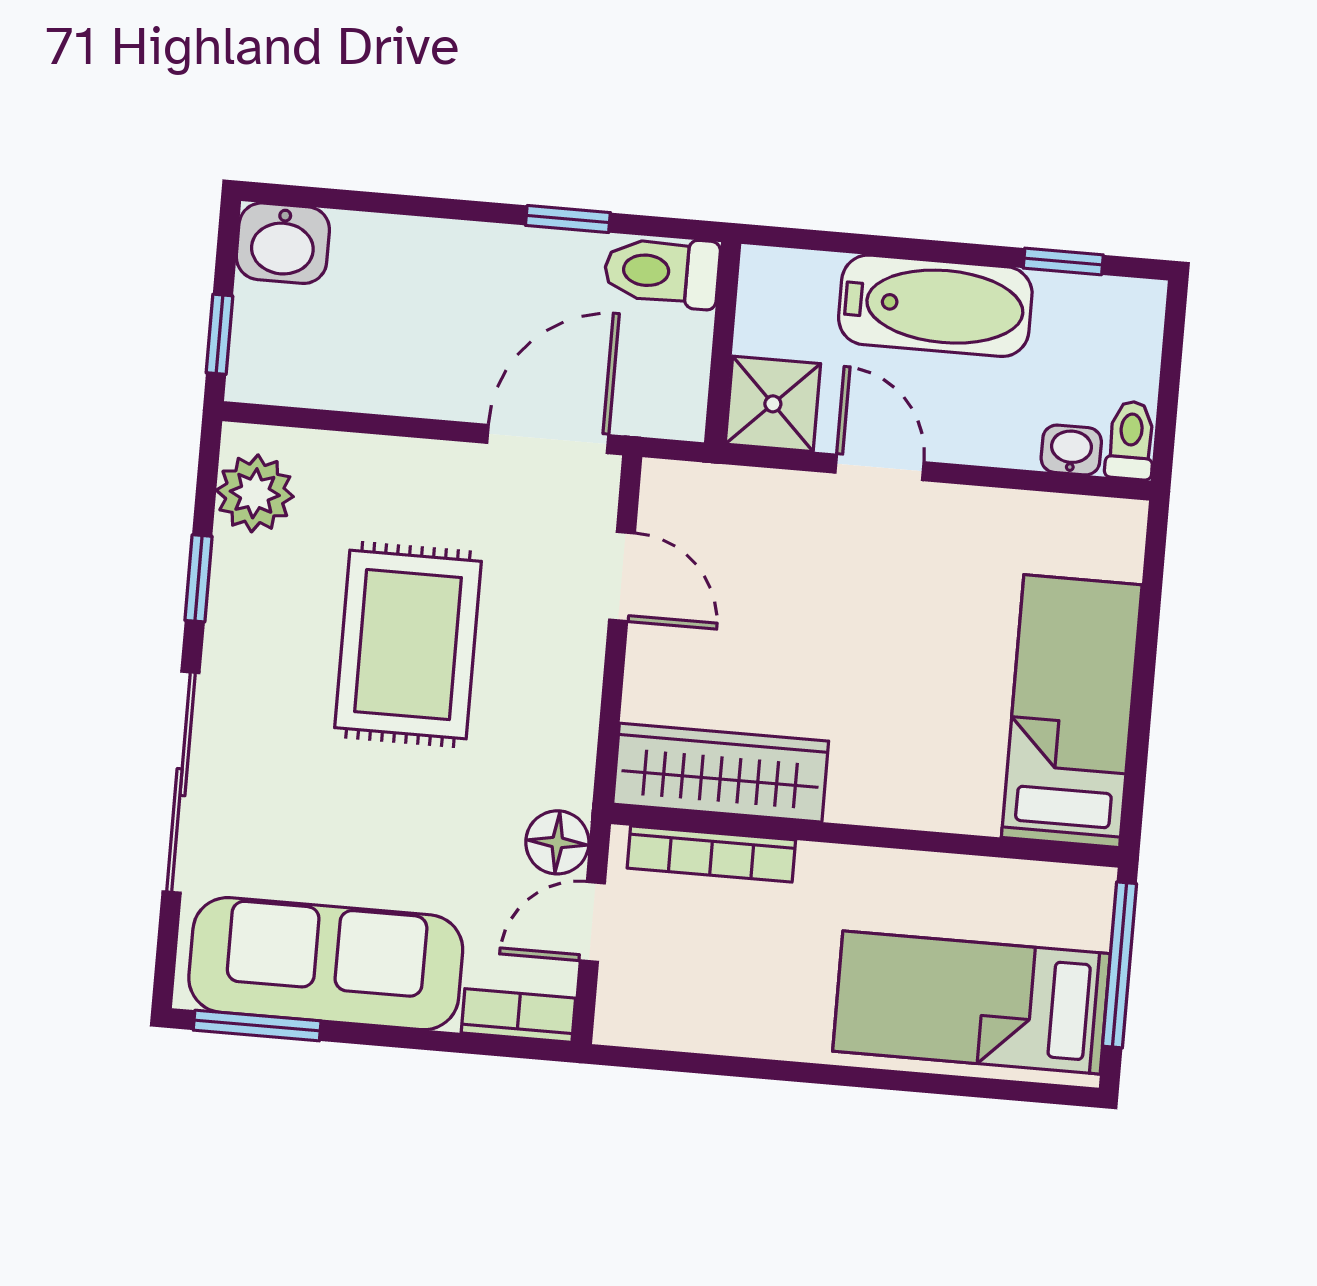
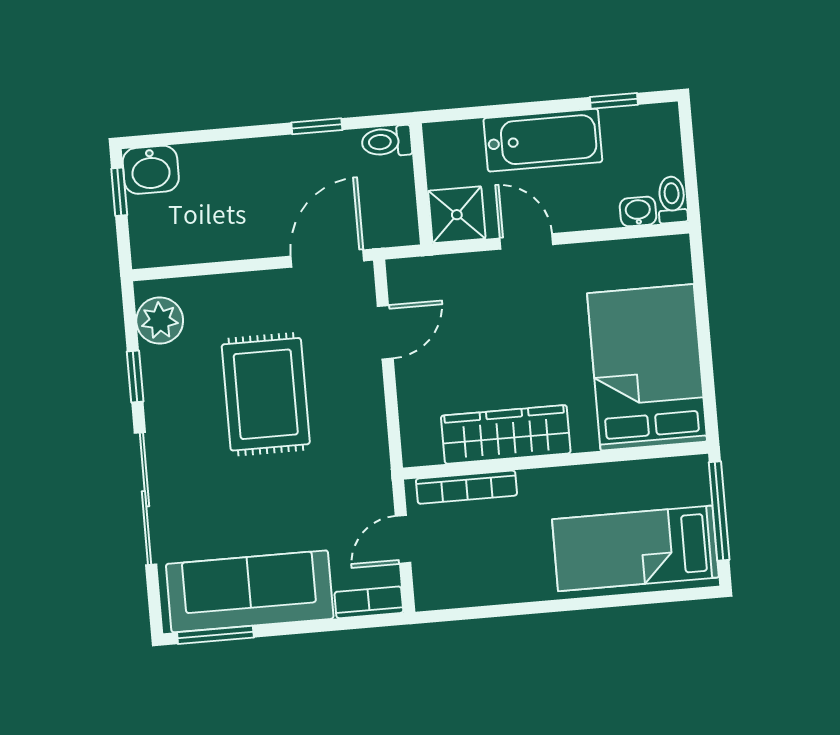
toilet: (662, 272) -> (387, 142), width x0.73, depth x0.72
window: (219, 334) -> (119, 192), moved
door: (622, 577) -> (385, 332), hinge flipped
bed: (1072, 711) -> (647, 367), width x1.50
wardrobe: (721, 773) -> (506, 434), moved
floor lamp: (557, 842) -> (374, 496), removed

